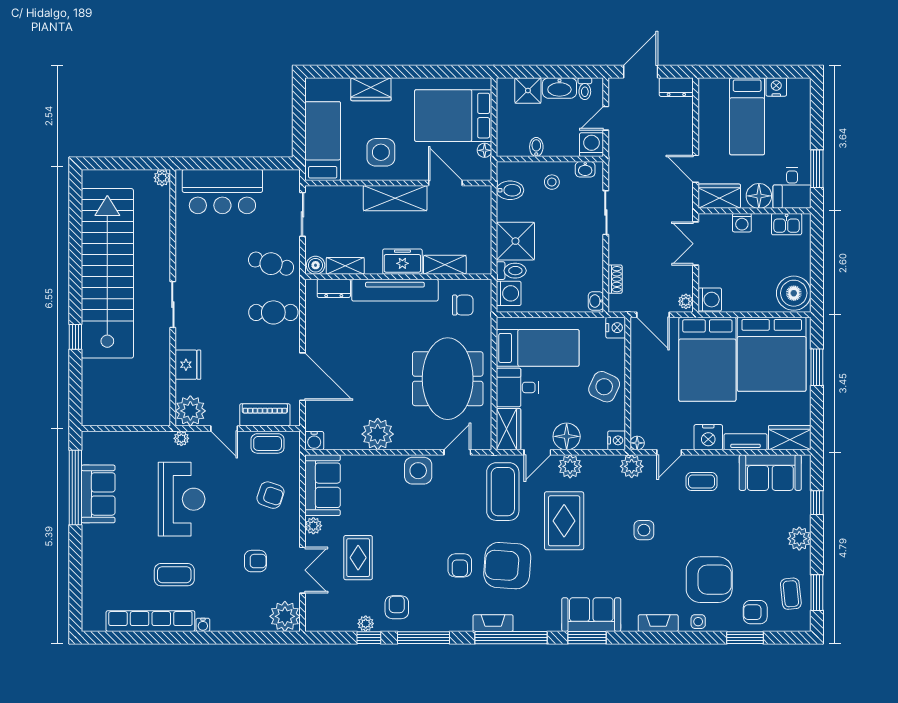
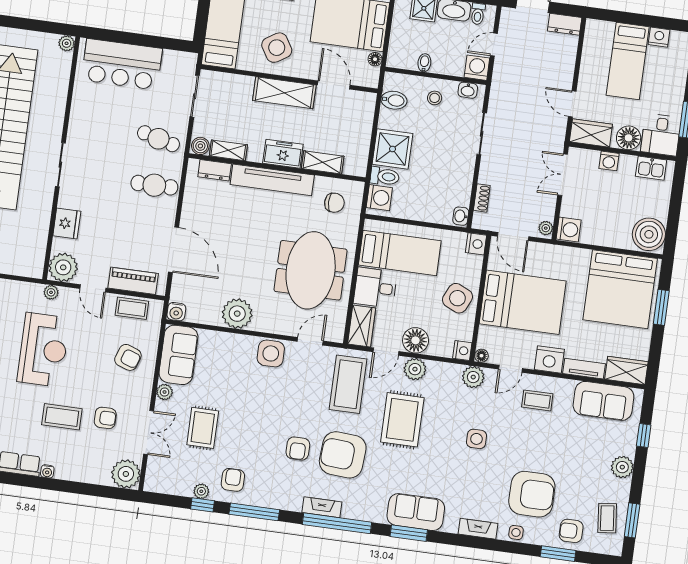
side table: (381, 152) -> (277, 48), turned -32
bed: (707, 359) -> (523, 302), moved, turned -90
coffee table: (174, 575) -> (62, 417), moved

